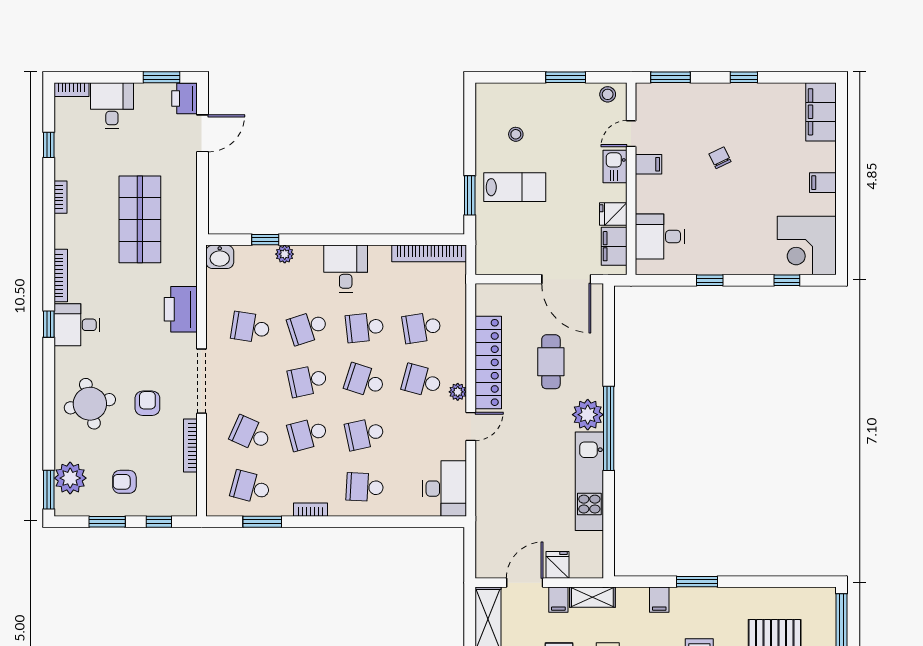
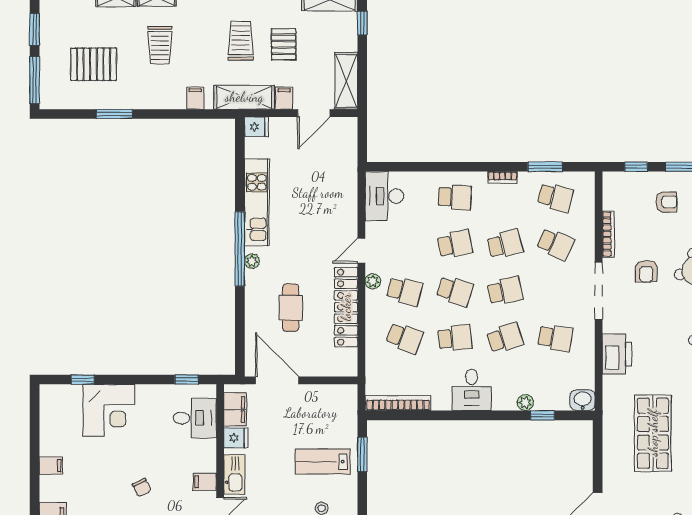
kitchen sink: (615, 166) -> (234, 474), width x1.38
corner desk: (807, 245) -> (109, 410), moved, turned 90
window: (710, 280) -> (187, 380), moved
school desk: (422, 327) -> (405, 338), turned 30
plant: (588, 415) -> (252, 261), width x0.53, depth x0.53
fridge: (558, 565) -> (256, 127), moved, turned -90
window: (697, 582) -> (114, 114), moved
shelving: (592, 597) -> (244, 97), width x1.50, depth x1.33

